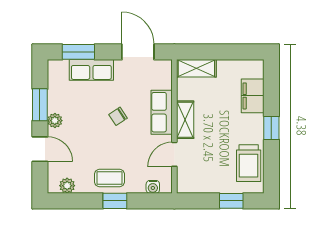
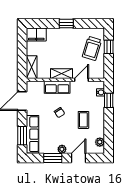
row of seats: (91, 70) -> (33, 134), width x1.48
filing cabinet: (253, 96) -> (36, 34), moved
door: (174, 154) -> (82, 80), swing flipped
trolley: (249, 163) -> (92, 48), moved, turned 107
coffee table: (109, 178) -> (83, 120), moved
window: (115, 201) -> (109, 100), moved

